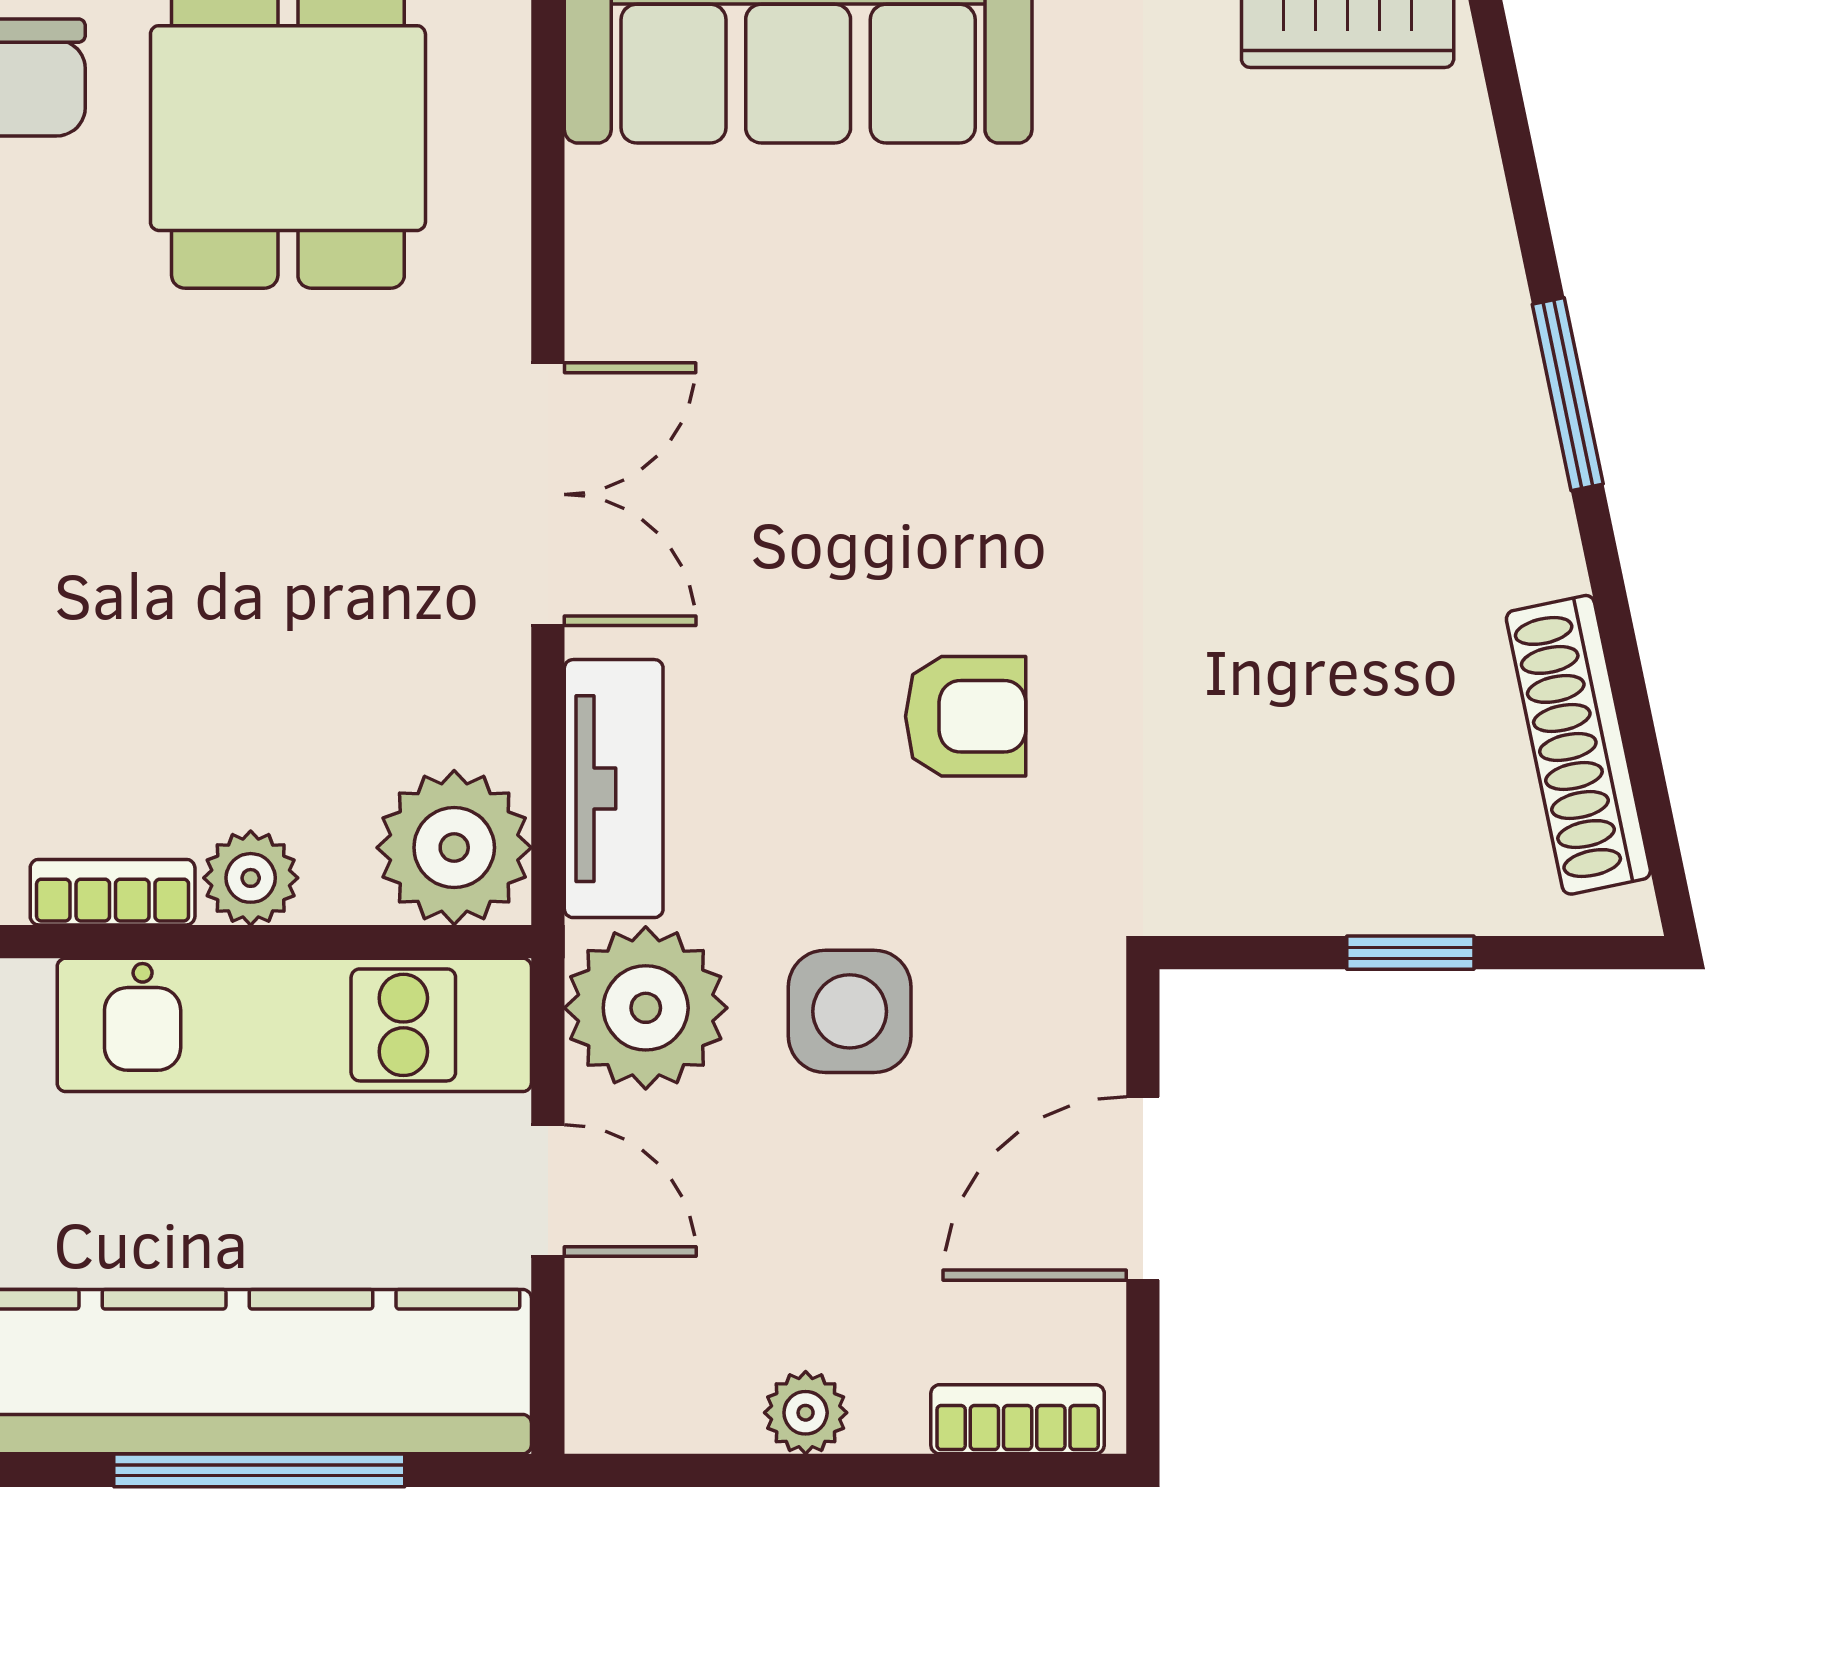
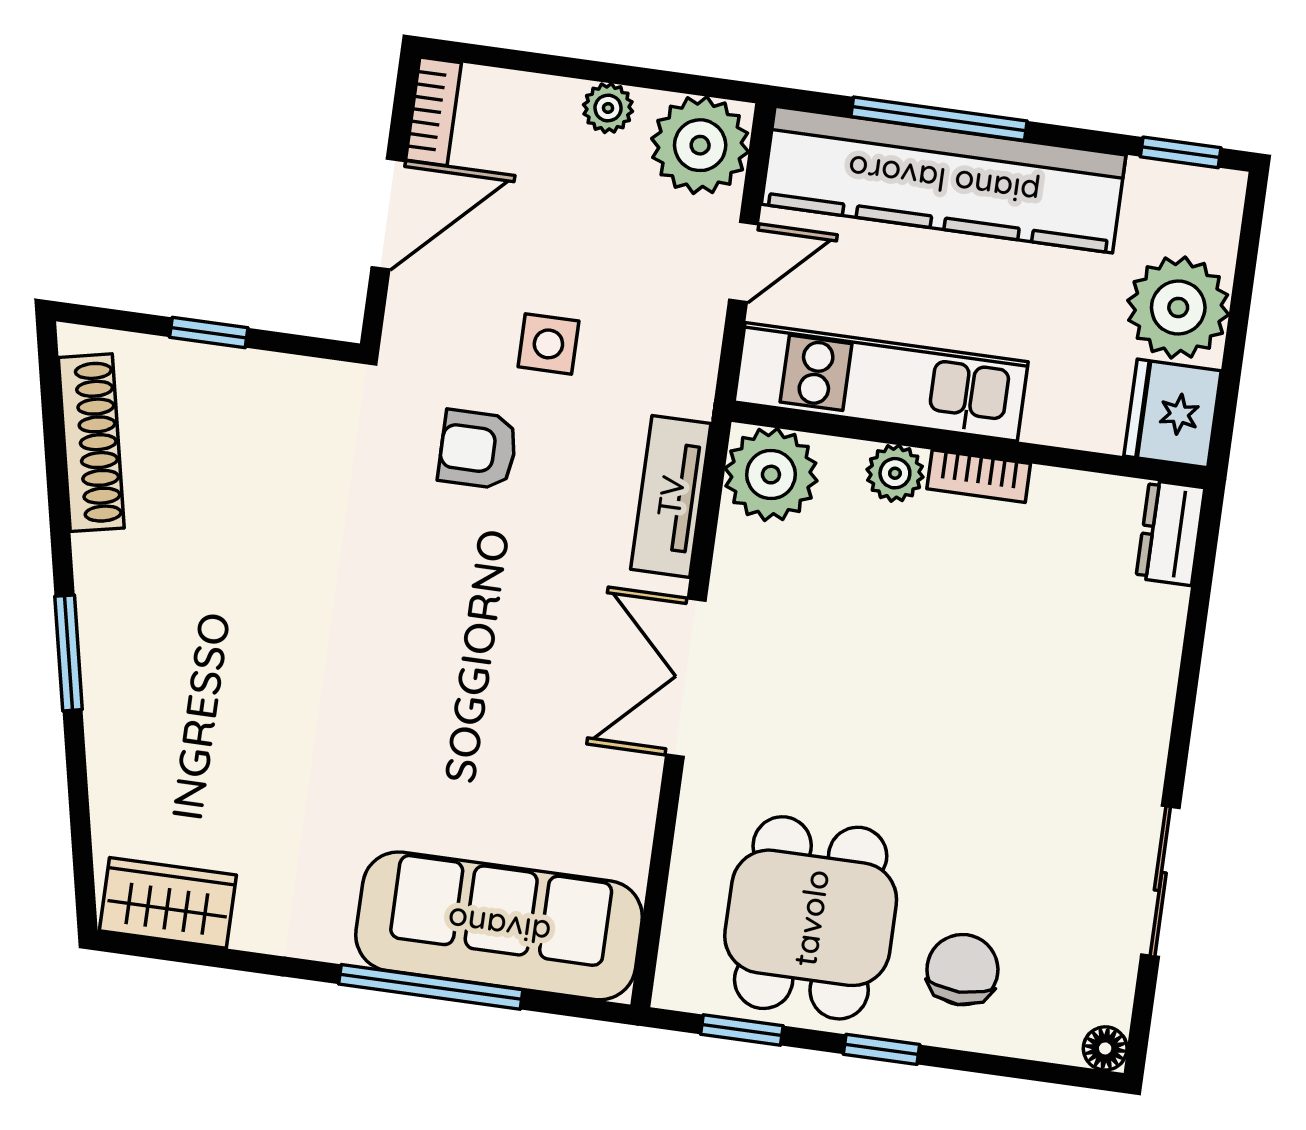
armchair: (966, 716) -> (478, 449), moved
plant: (646, 1008) -> (700, 145), moved
side table: (850, 1011) -> (548, 344), width x0.73, depth x0.73
door: (548, 1191) -> (743, 262), swing flipped
bookcase: (1018, 1419) -> (433, 111), moved, turned -90

